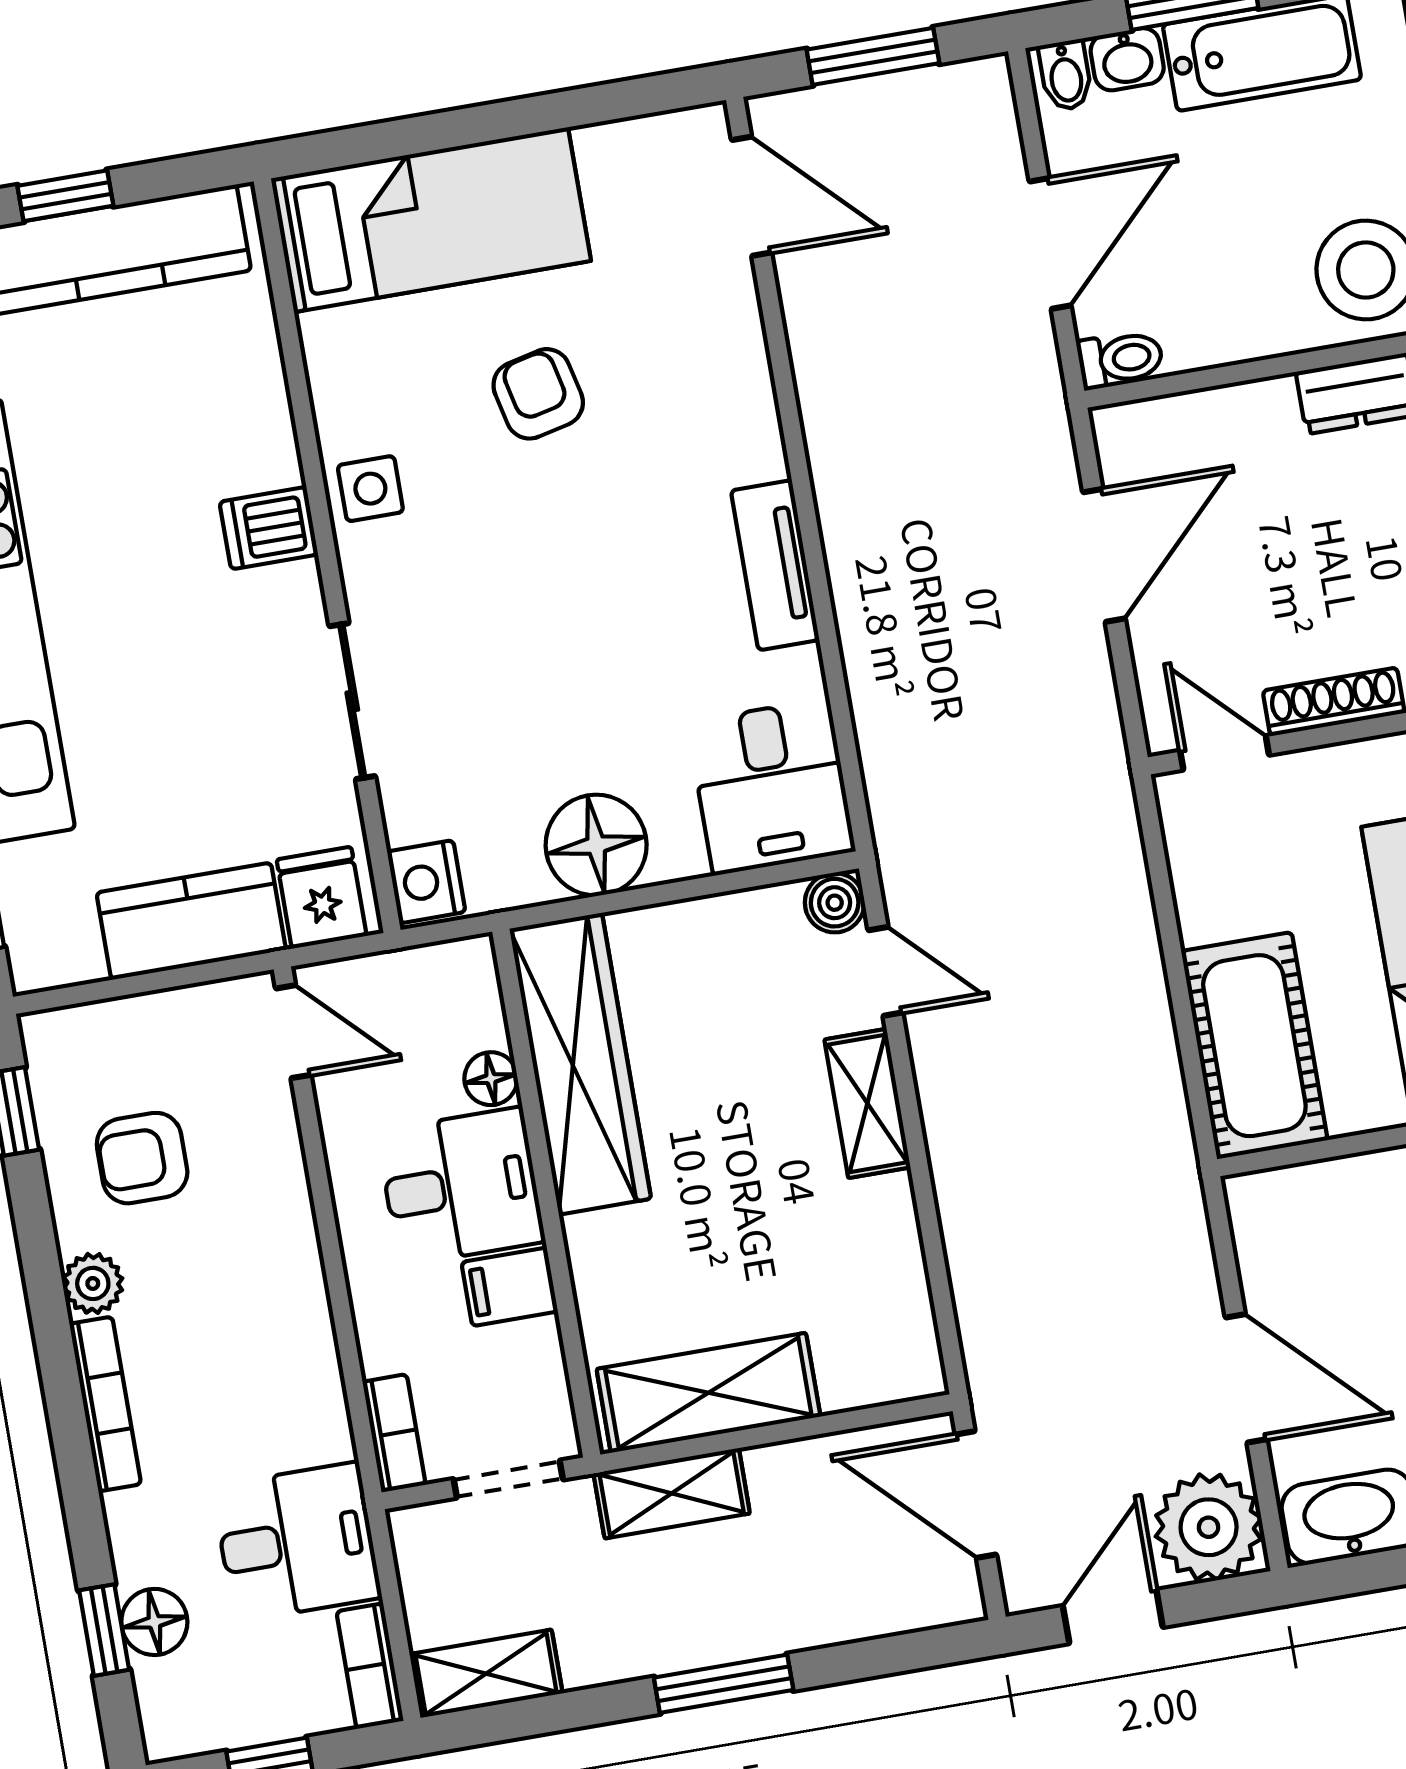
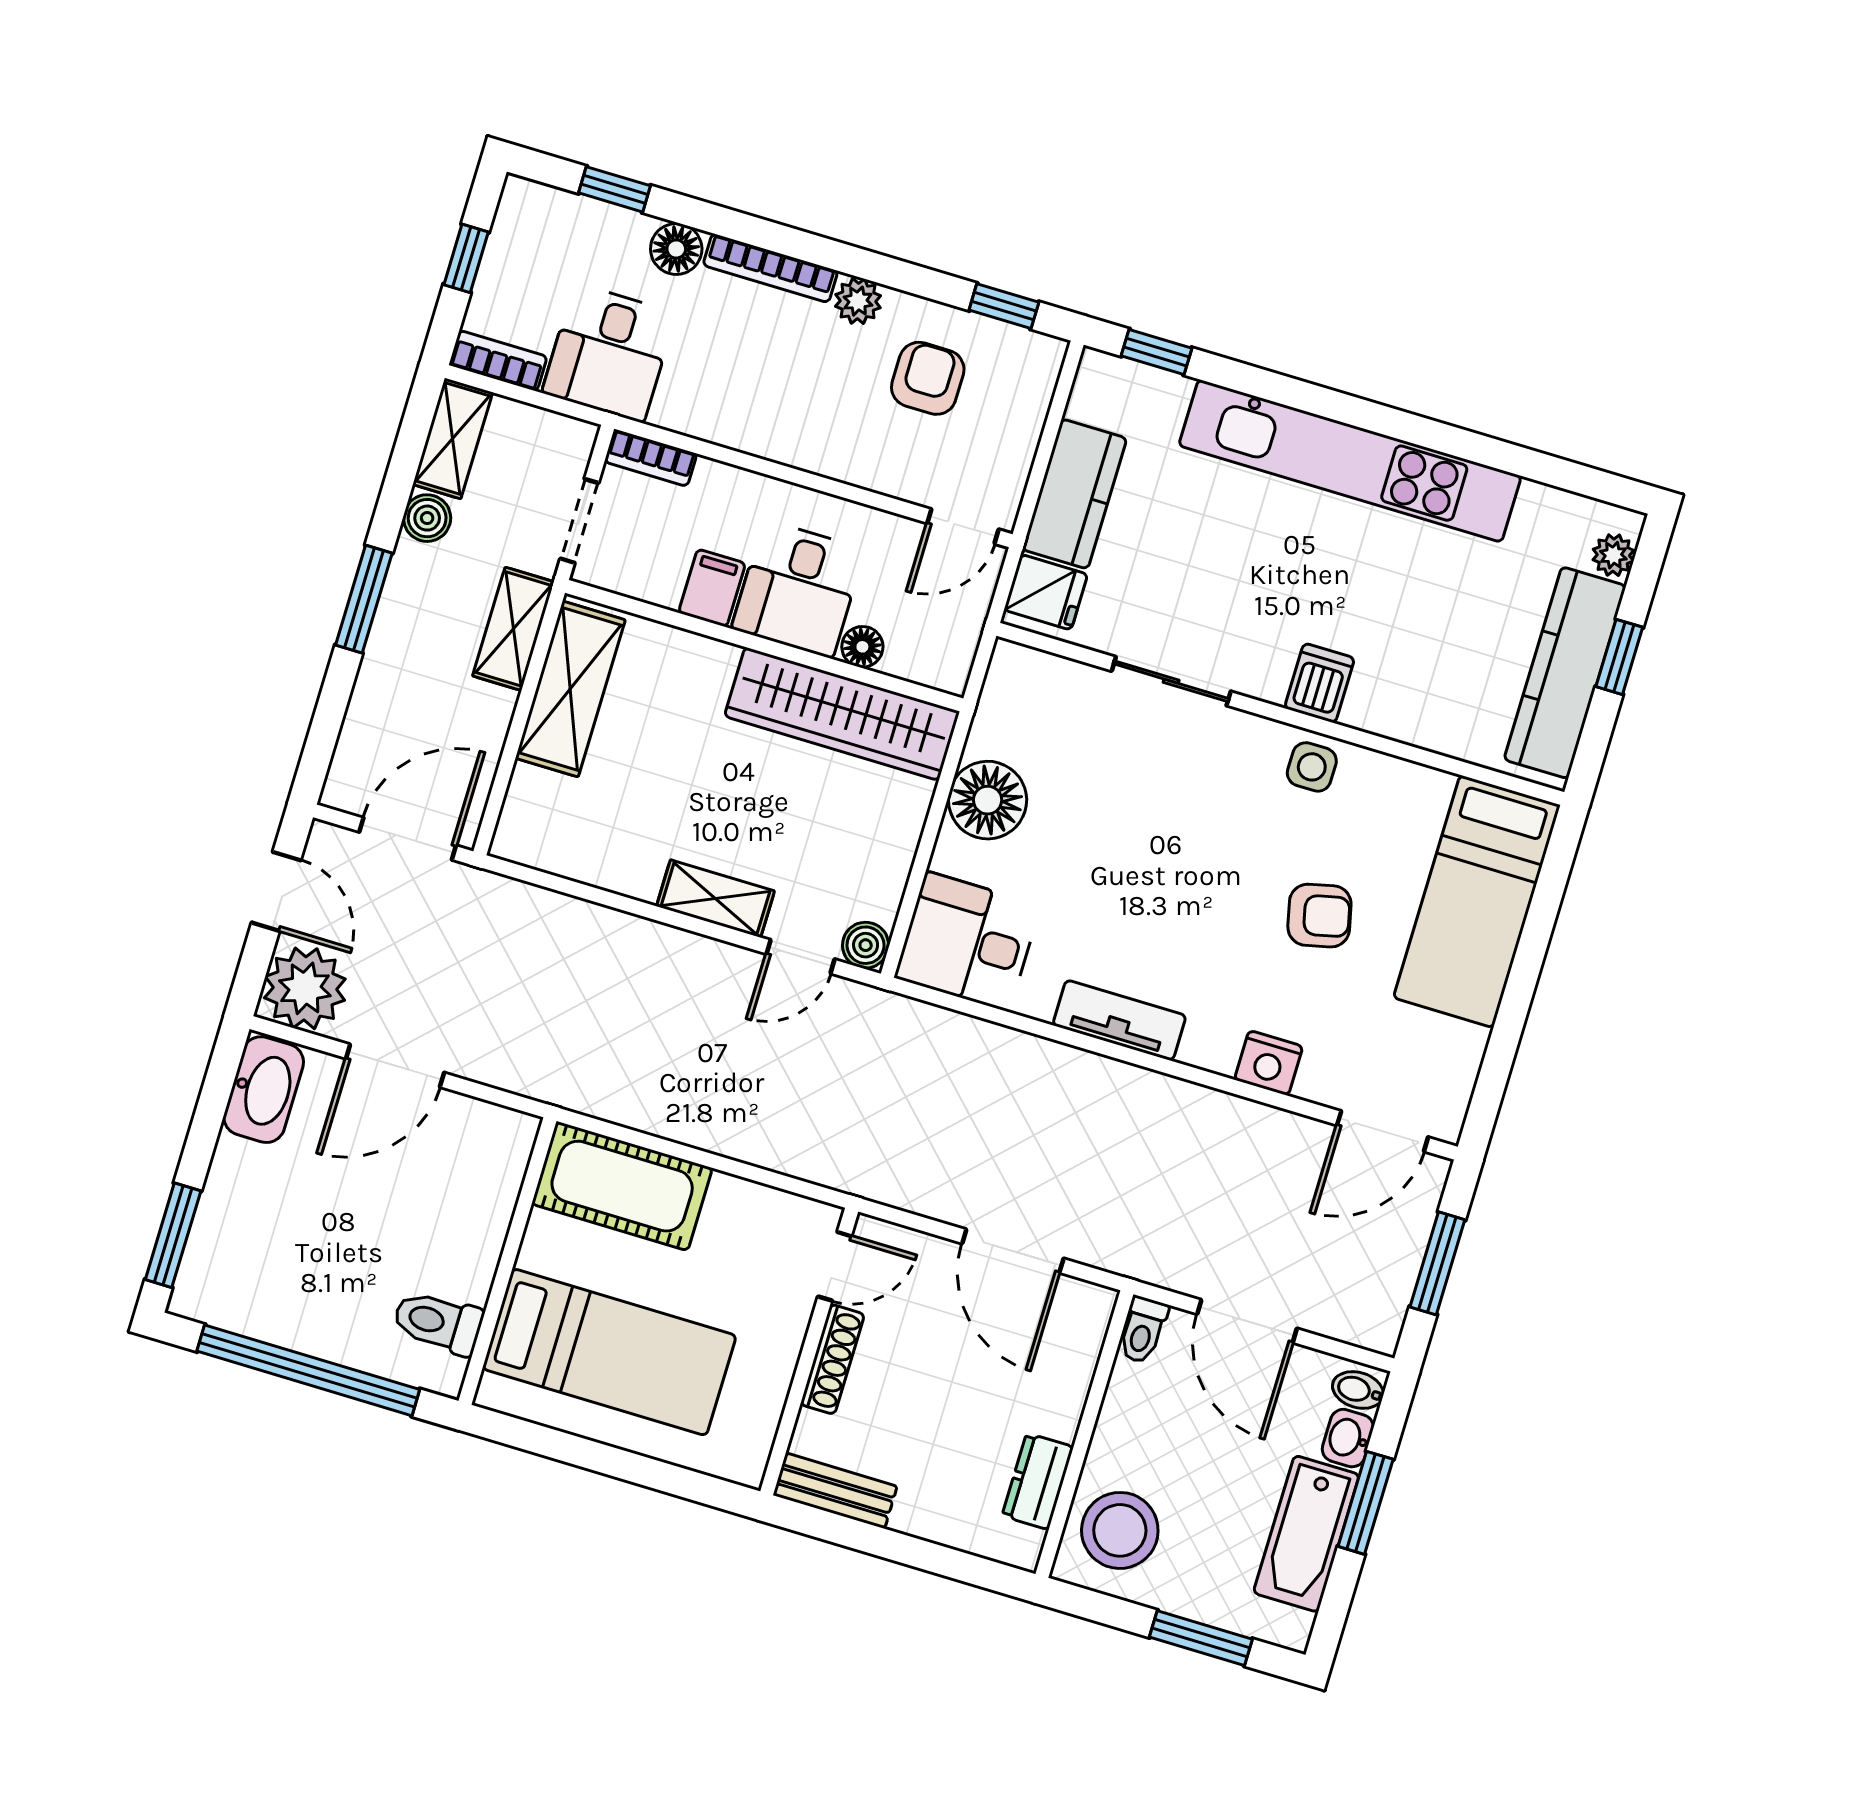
nightstand: (426, 882) -> (1269, 1063), moved, turned 180
floor lamp: (154, 1622) -> (676, 249), moved
boiler: (593, 1657) -> (427, 518), added

